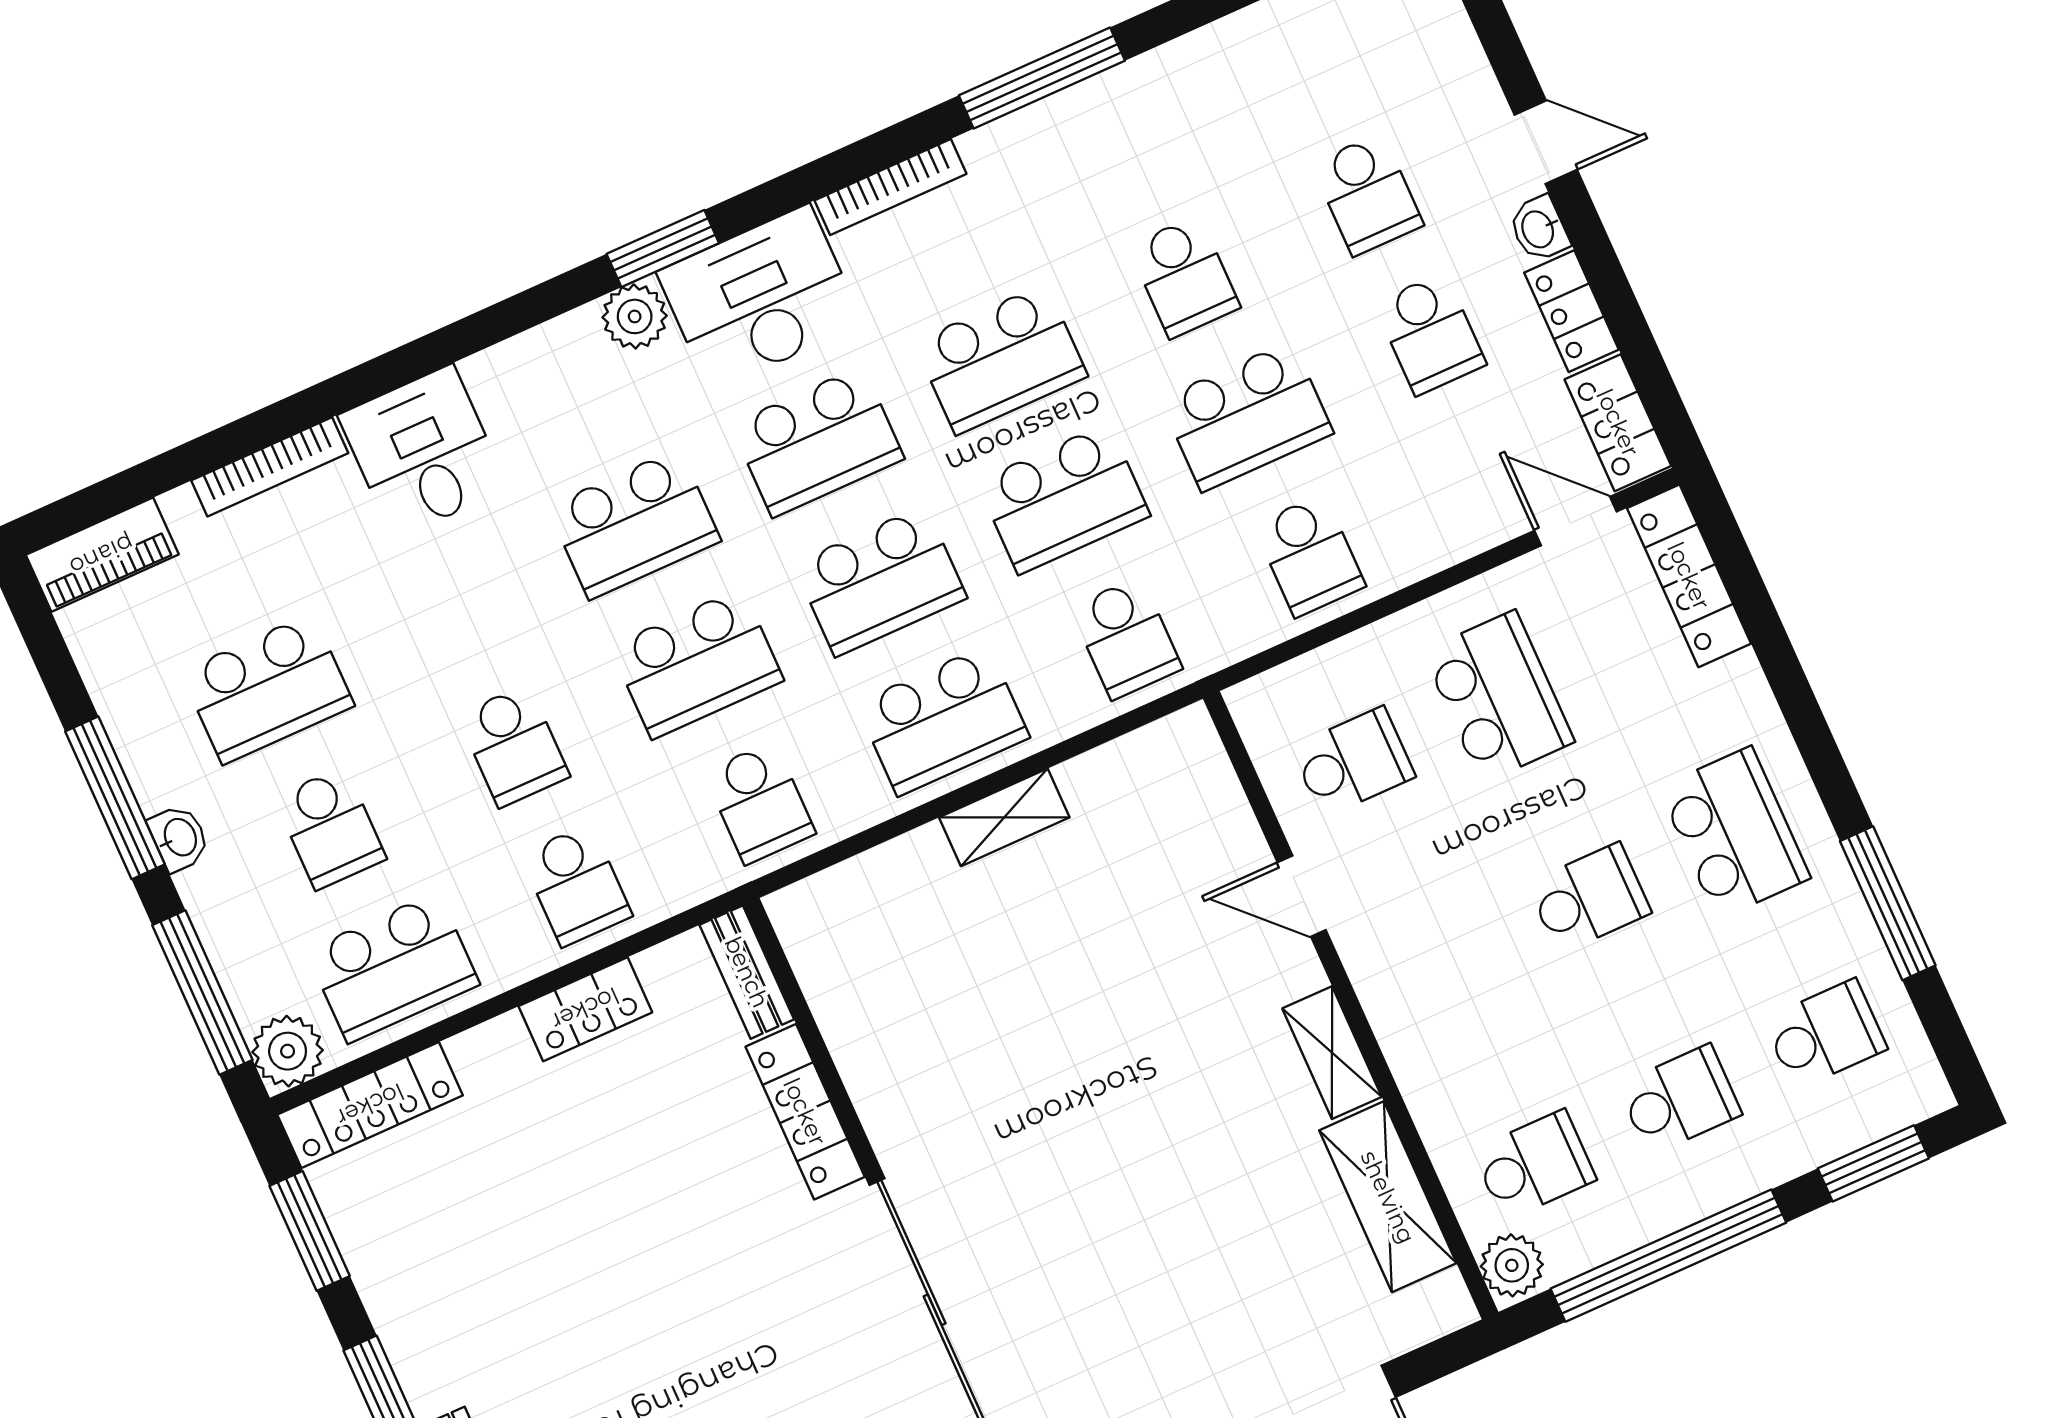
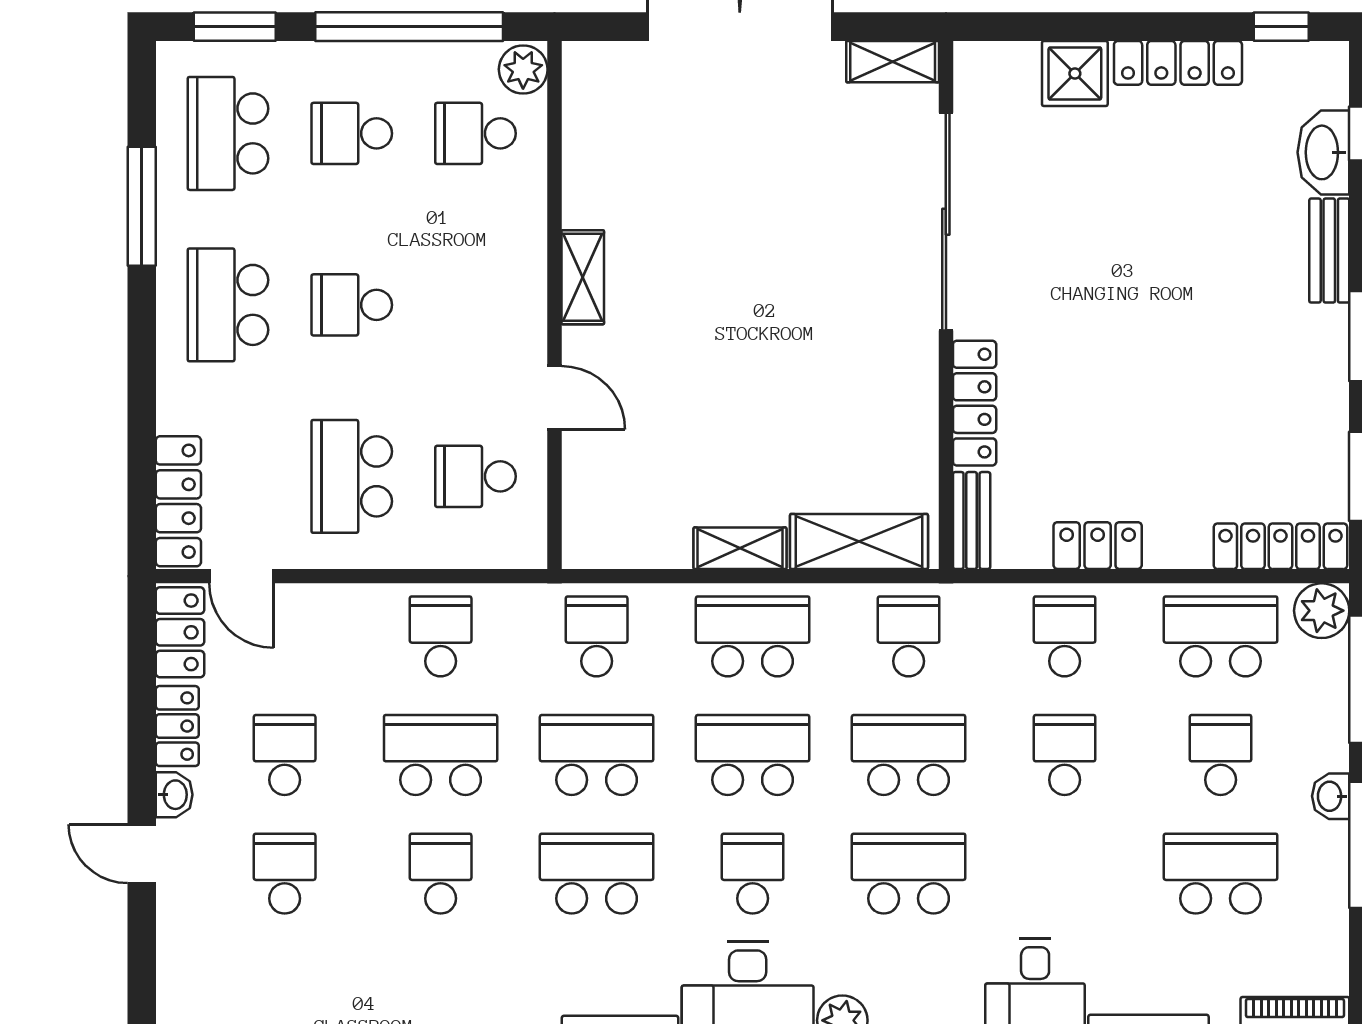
school desk: (818, 442) -> (753, 874), width x0.54
school desk: (1825, 1034) -> (228, 133), width x1.85
shelving: (1388, 1197) -> (859, 541), moved, turned 90

